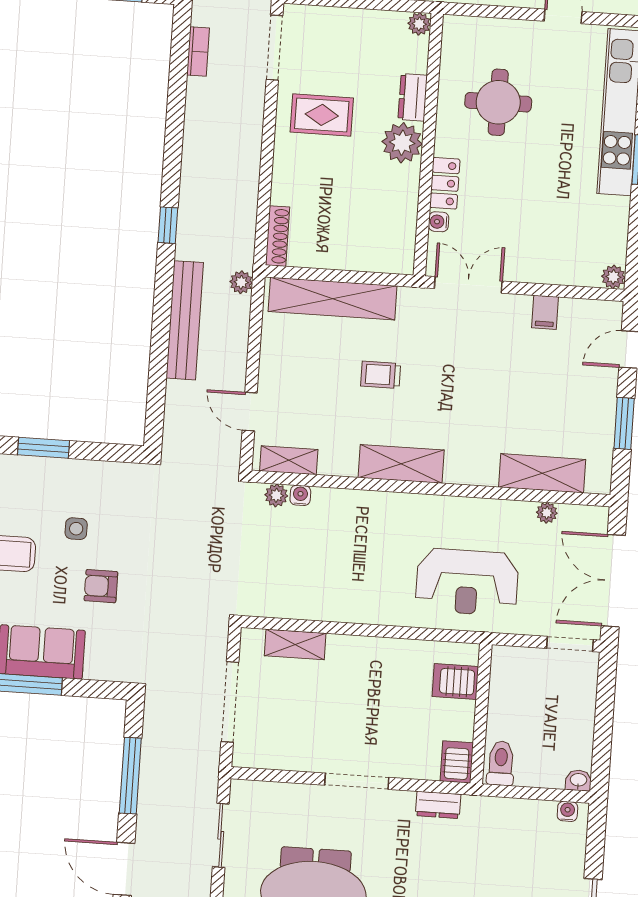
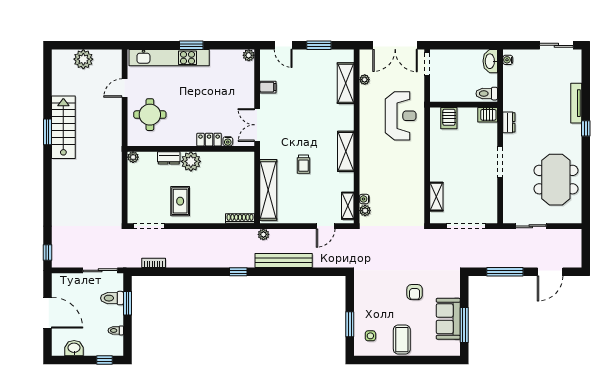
round table: (498, 102) -> (150, 115), moved
side table: (76, 529) -> (370, 336), moved
washbasin: (578, 780) -> (490, 61), width x1.91, depth x1.45

